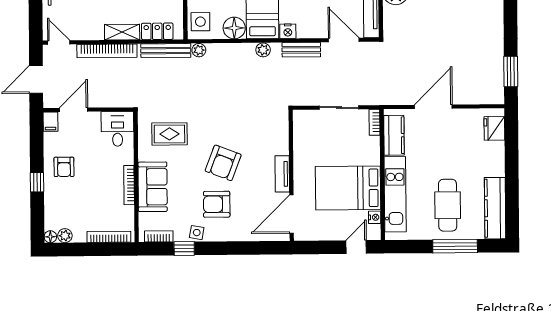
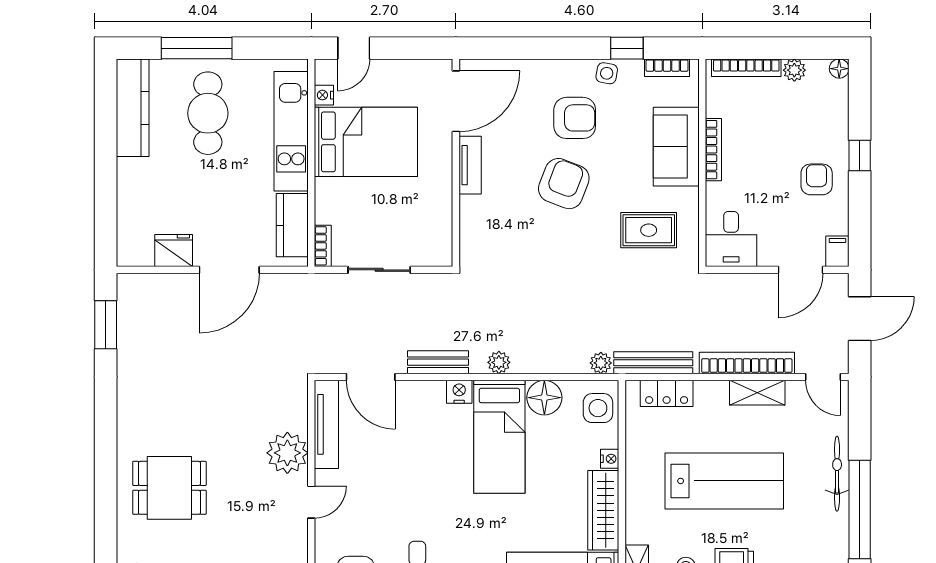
shelving: (122, 32) -> (757, 393), moved
fridge: (494, 128) -> (174, 250), moved, turned -90
plant: (65, 236) -> (794, 70), moved

